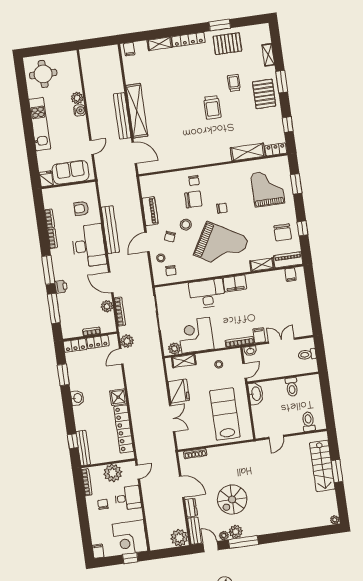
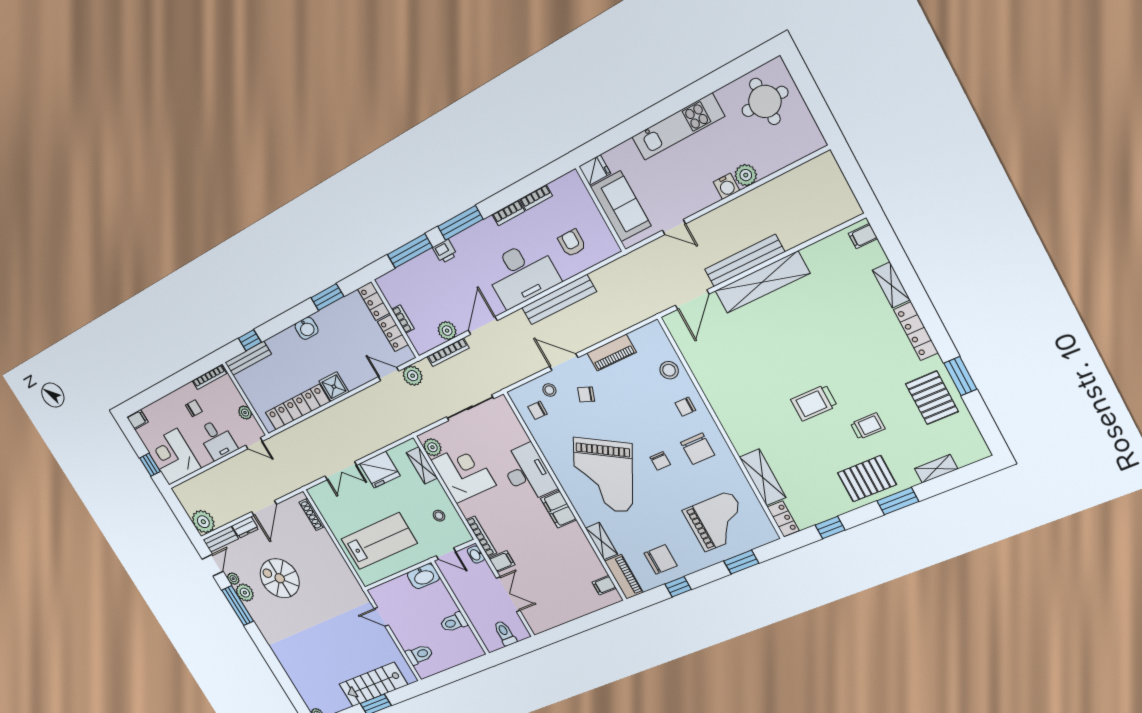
chair: (193, 199) -> (698, 449), moved
stool: (186, 225) -> (669, 370), moved
chair: (283, 232) -> (661, 559), turned 180
plant: (113, 473) -> (245, 413), width x0.53, depth x0.53

